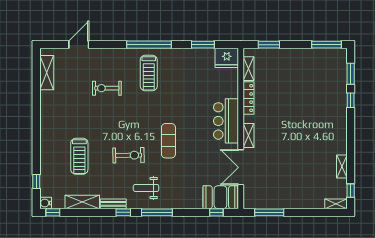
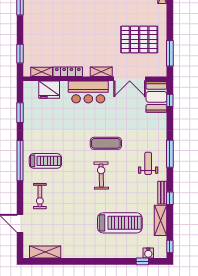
fridge: (227, 58) -> (49, 90), moved, turned 90
exercise bike: (107, 88) -> (40, 196), moved
exercise bike: (129, 155) -> (101, 175), moved
treadmill: (79, 156) -> (120, 223), width x1.37, depth x1.38
pallet: (285, 178) -> (139, 39), added
weight bench: (146, 188) -> (148, 163), turned 180
water cooler: (46, 203) -> (148, 253), moved
window: (123, 212) -> (170, 198), moved

